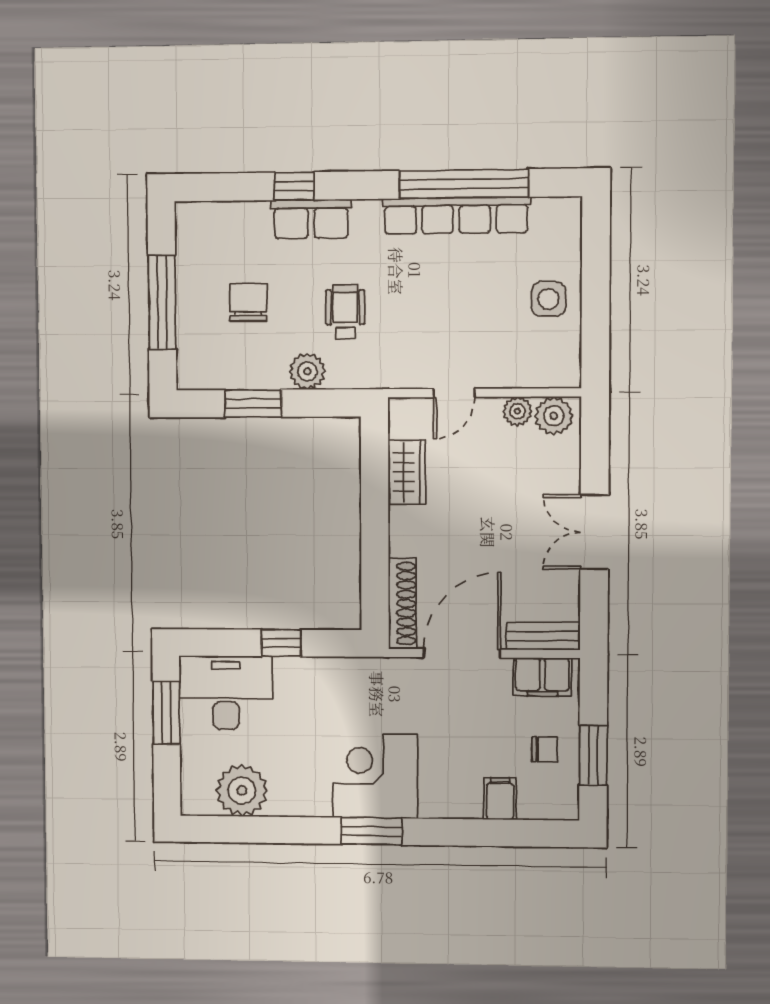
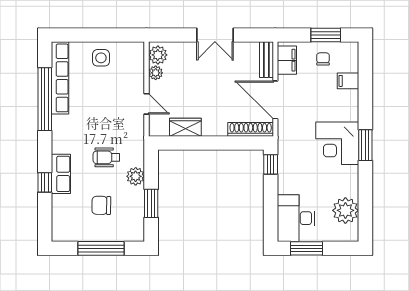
row of seats: (456, 216) -> (60, 78), moved
window: (281, 643) -> (271, 164), moved

